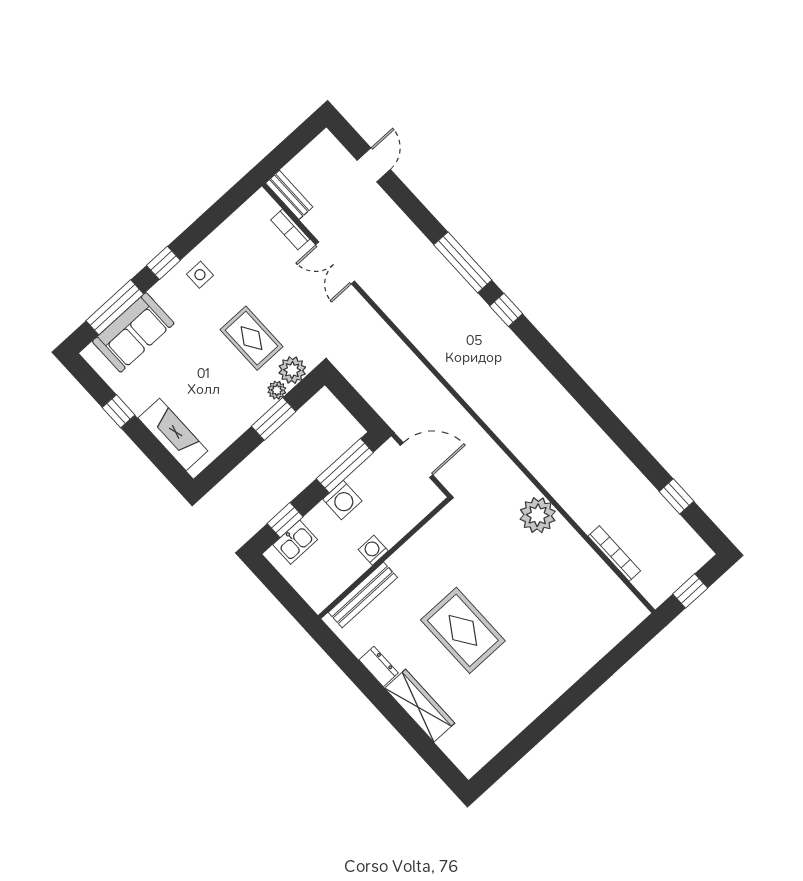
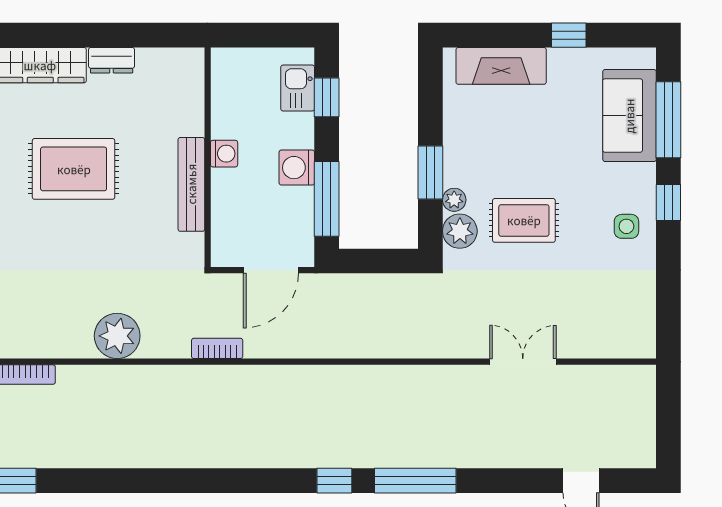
bench: (289, 195) -> (625, 377), removed
bookcase: (290, 229) -> (217, 348), moved
bench: (363, 595) -> (191, 184), moved

